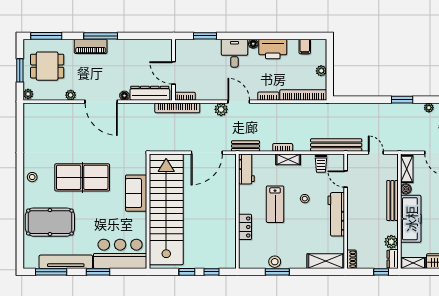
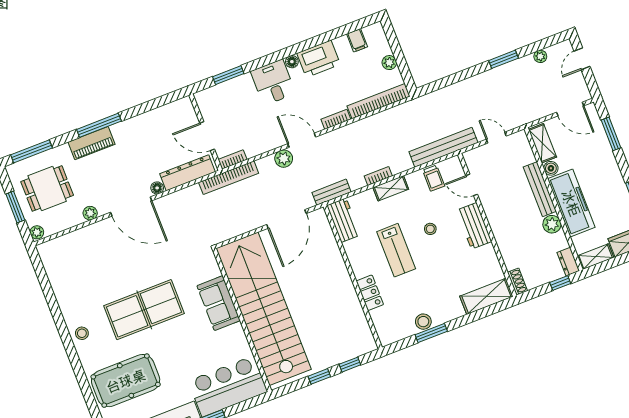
workbench: (336, 214) -> (474, 226), width x0.73
plant: (391, 242) -> (552, 224), moved

